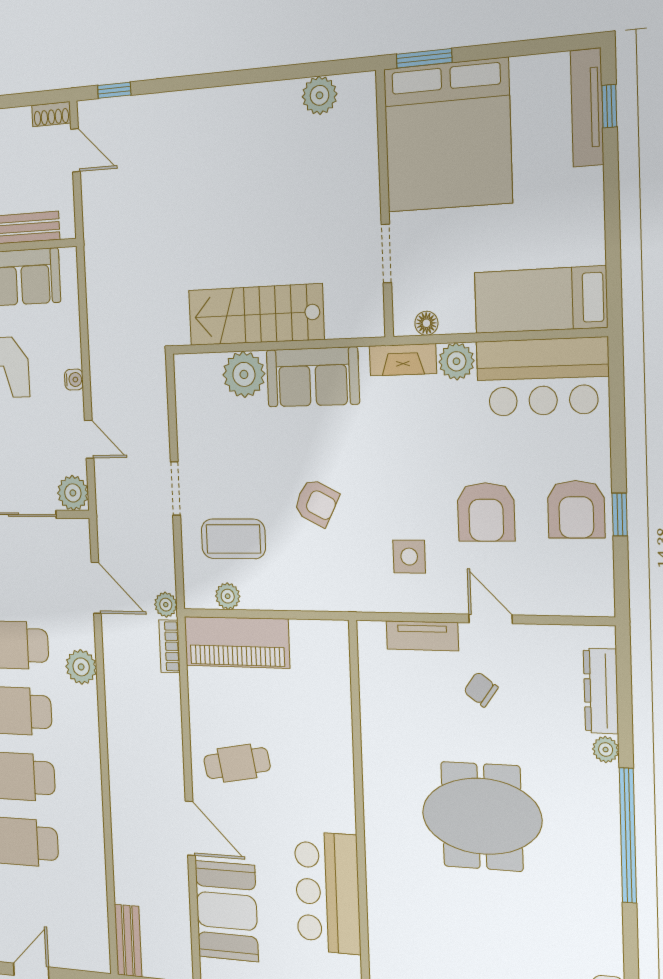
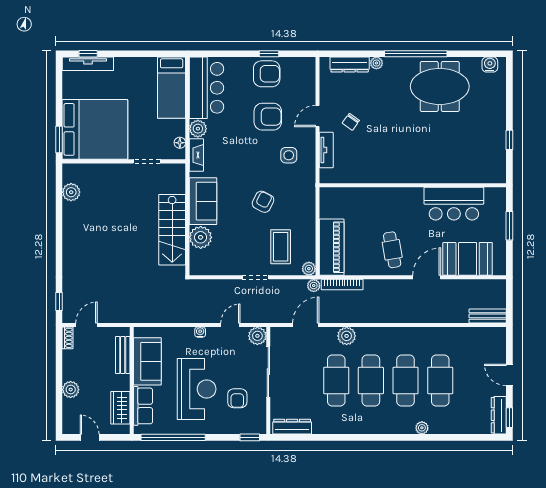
plant: (228, 596) -> (309, 269), moved
bookcase: (169, 646) -> (342, 285), width x1.56
meeting table: (482, 816) -> (440, 86), moved, turned 90

